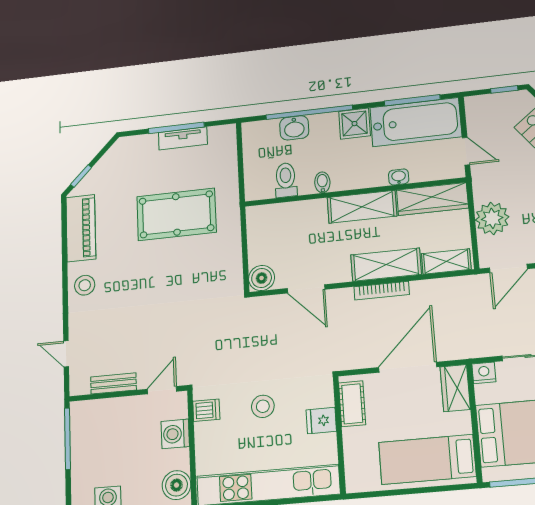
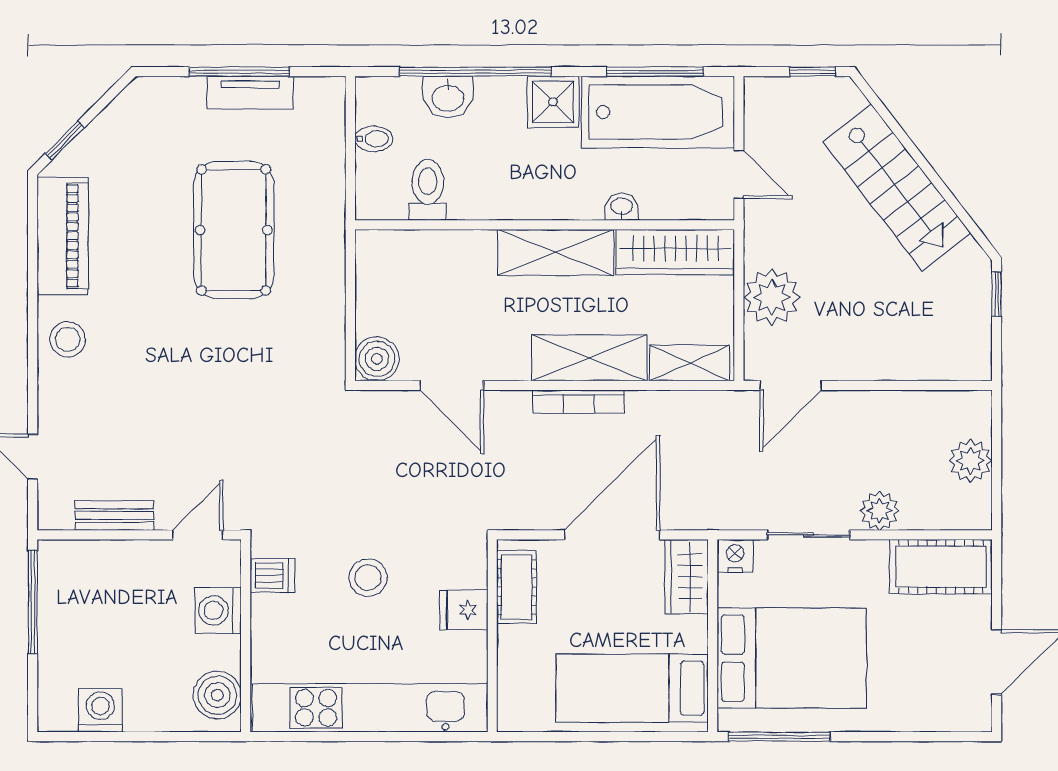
bidet: (322, 182) -> (374, 139), moved, turned 90
pool table: (176, 214) -> (234, 230), turned 90

